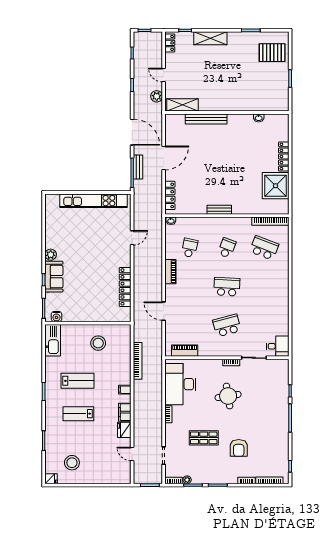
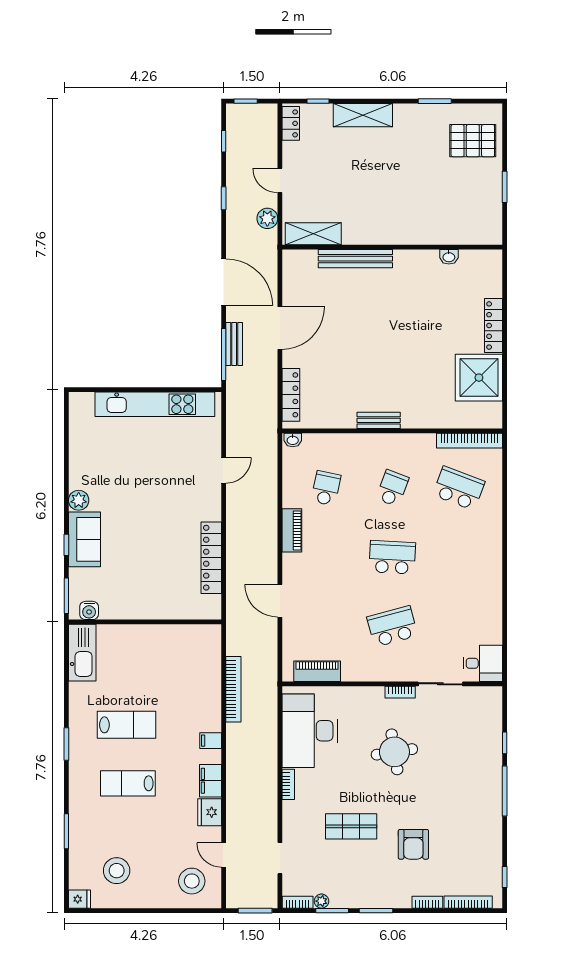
stool: (98, 343) -> (192, 881), moved

